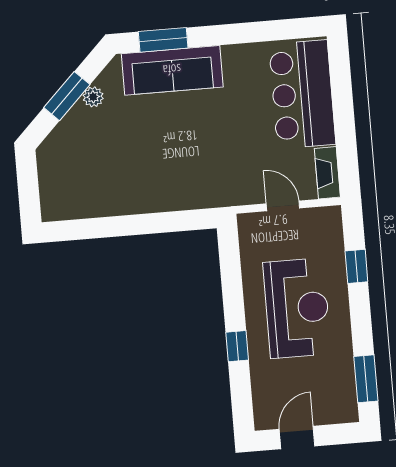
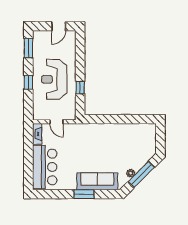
window: (163, 40) -> (84, 194), moved
window: (67, 96) -> (141, 174), width x1.44
window: (356, 266) -> (28, 82), moved
window: (237, 346) -> (80, 88), moved

